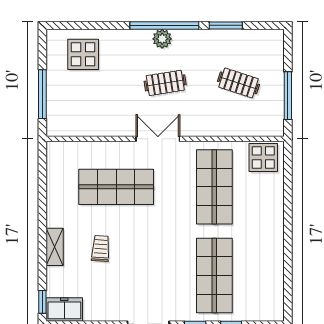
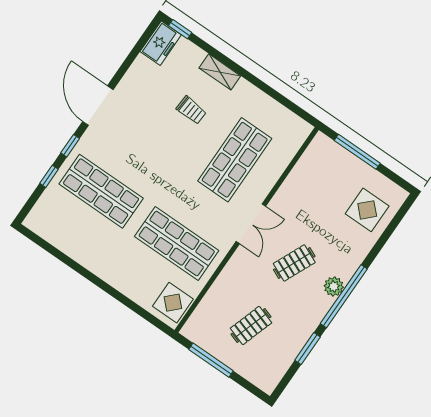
clothes rail: (165, 83) -> (294, 263), turned 33

